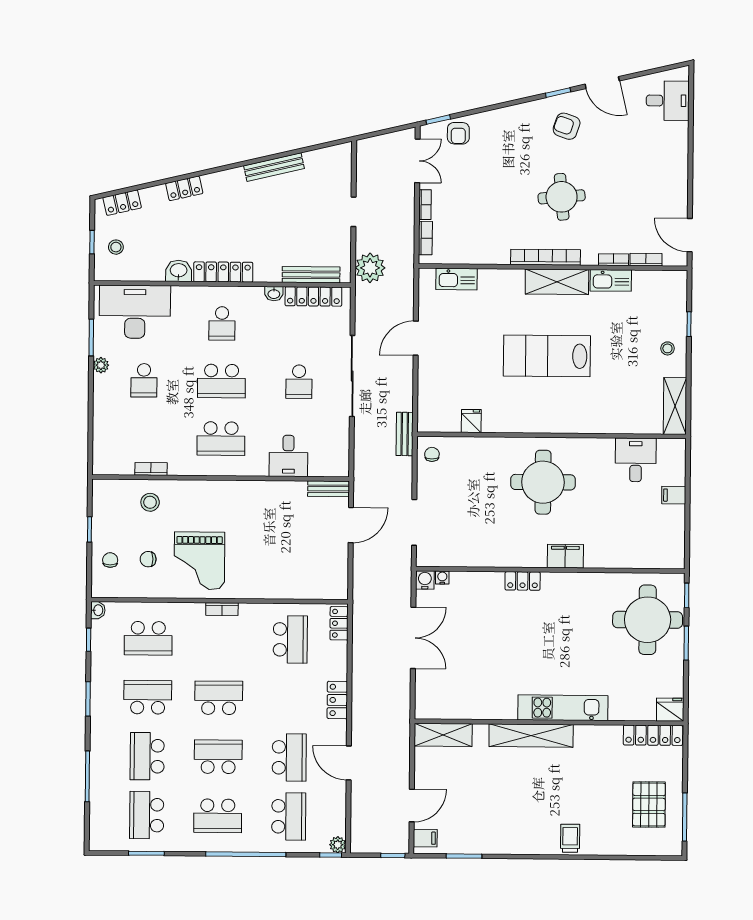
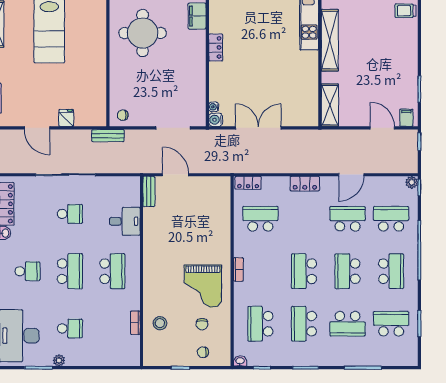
fridge: (471, 421) -> (66, 118), moved, turned 90
grand piano: (199, 561) -> (203, 286), turned 90
school desk: (148, 638) -> (260, 324), turned 180
school desk: (147, 815) -> (391, 324), turned 180

